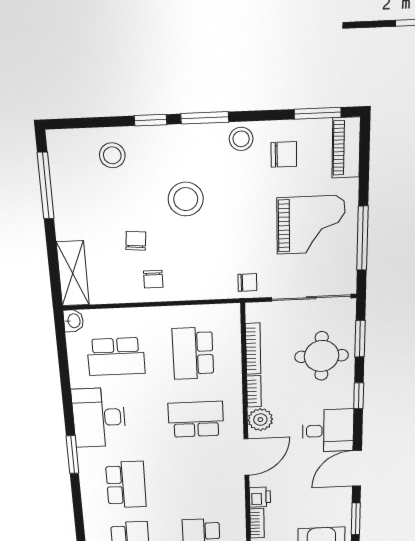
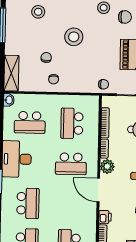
school desk: (196, 419) -> (71, 164), turned 180
door: (246, 457) -> (98, 190), swing flipped

